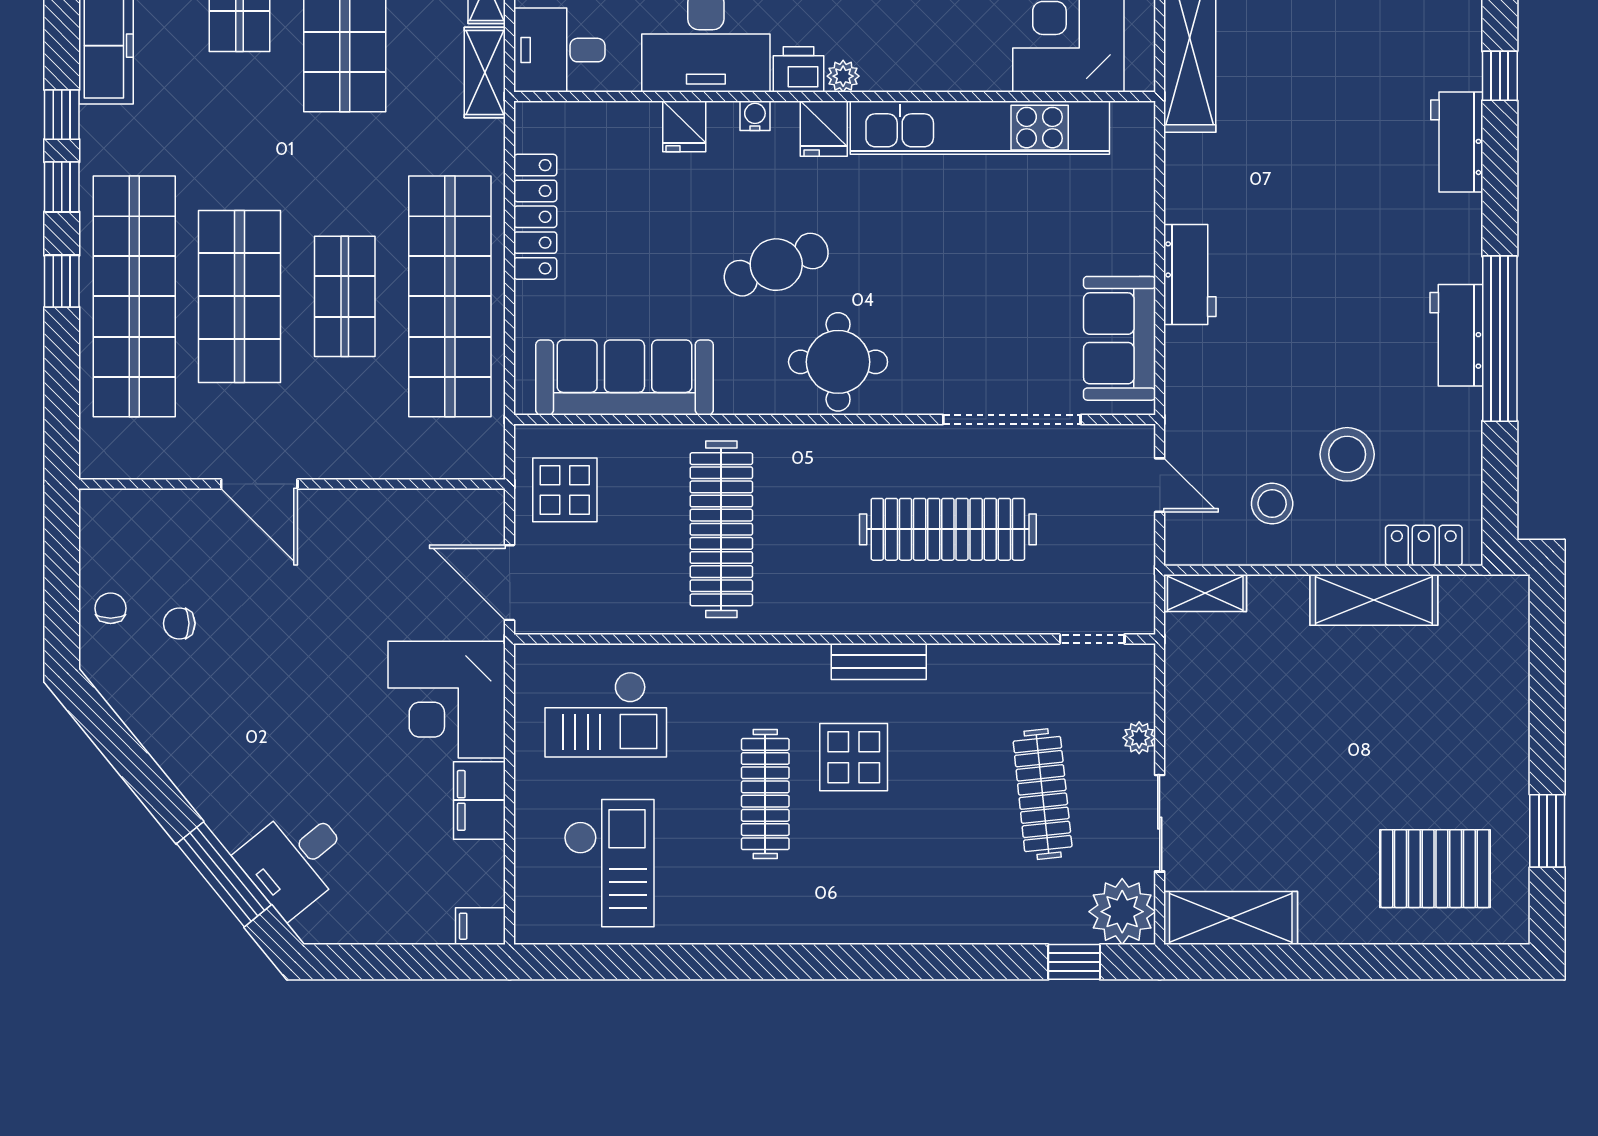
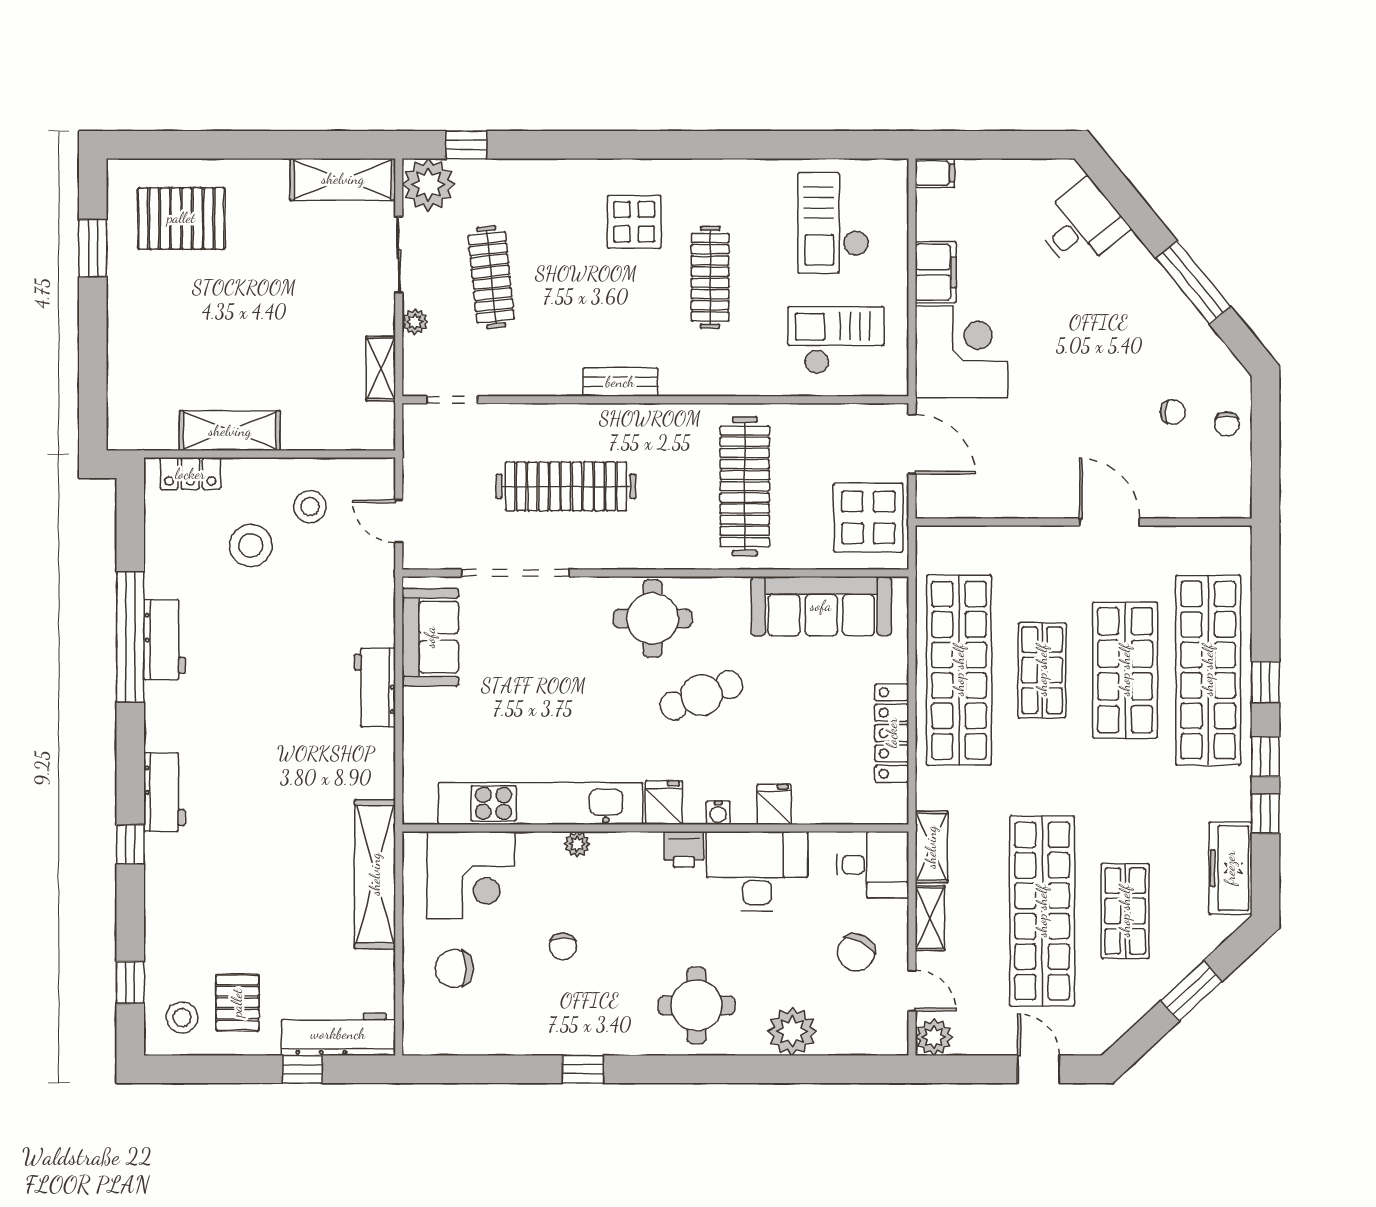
plant: (843, 76) -> (577, 844), moved
display table: (565, 490) -> (868, 517), width x1.36, depth x1.36
shelving: (1205, 593) -> (381, 369), moved, turned 90
display table: (854, 757) -> (634, 222), moved
window: (224, 874) -> (1193, 282), moved

